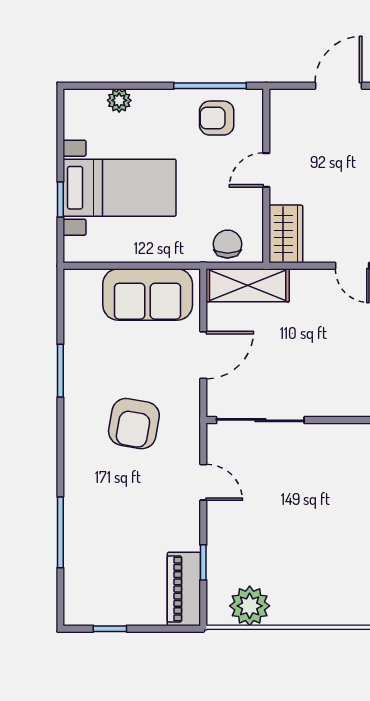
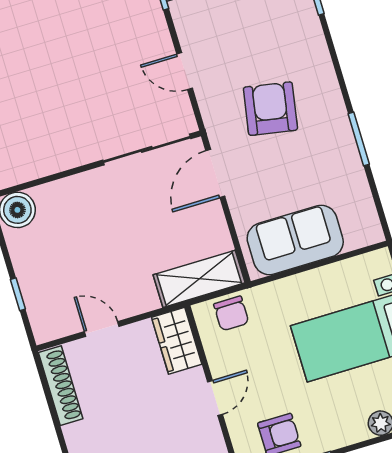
door: (203, 355) -> (215, 173), moved

